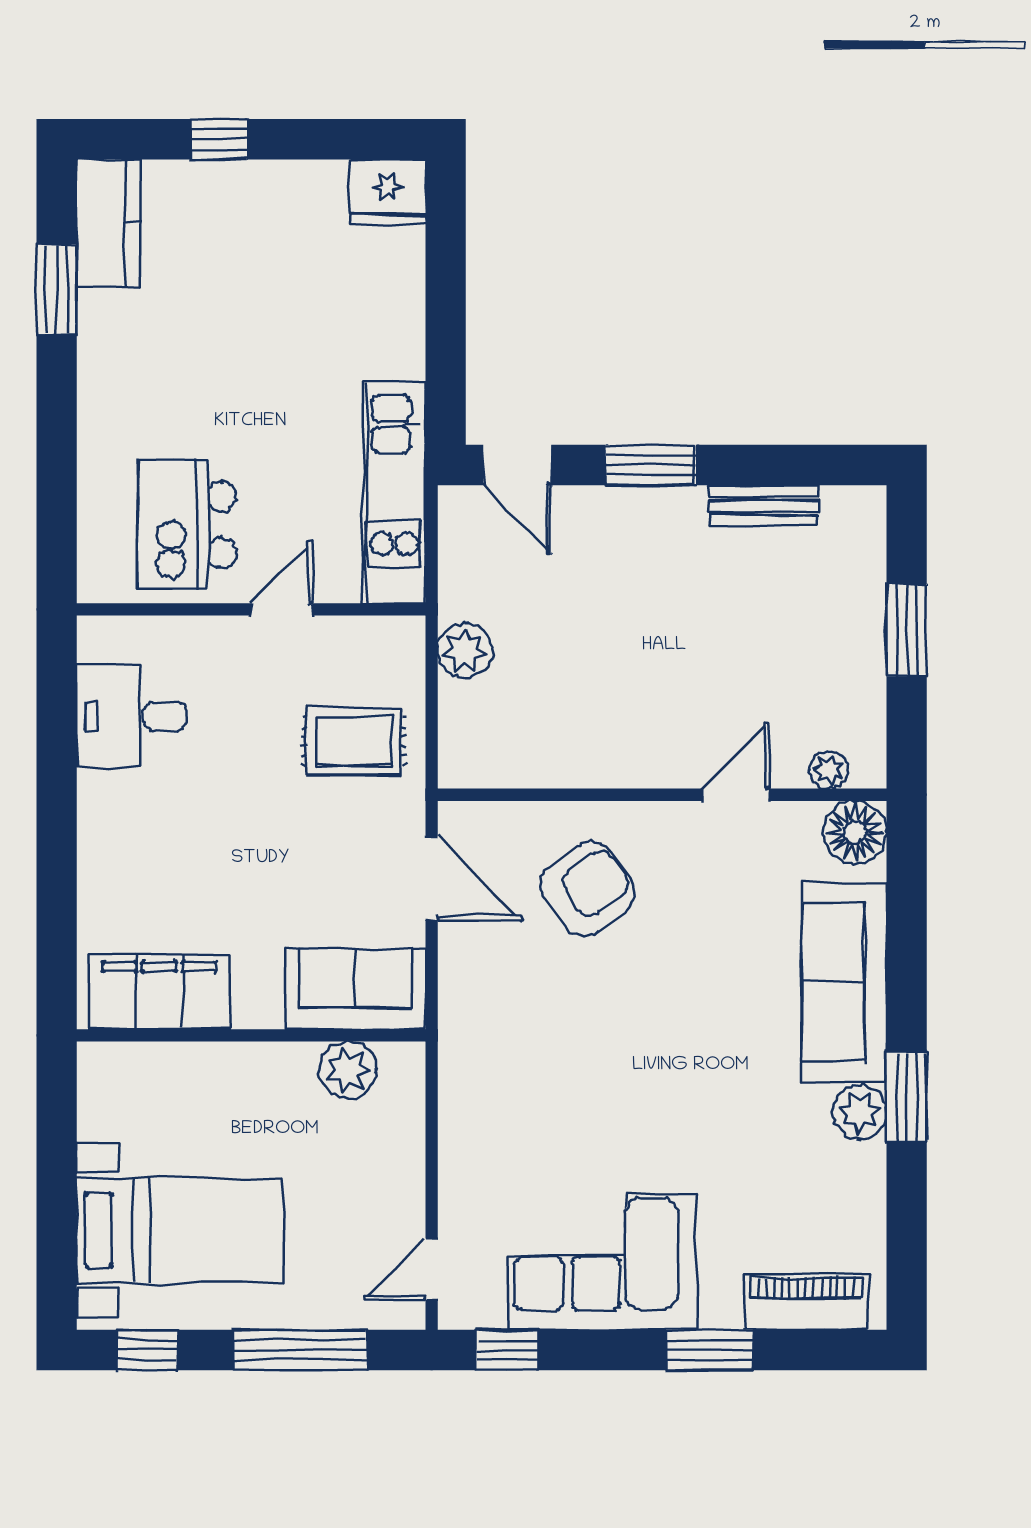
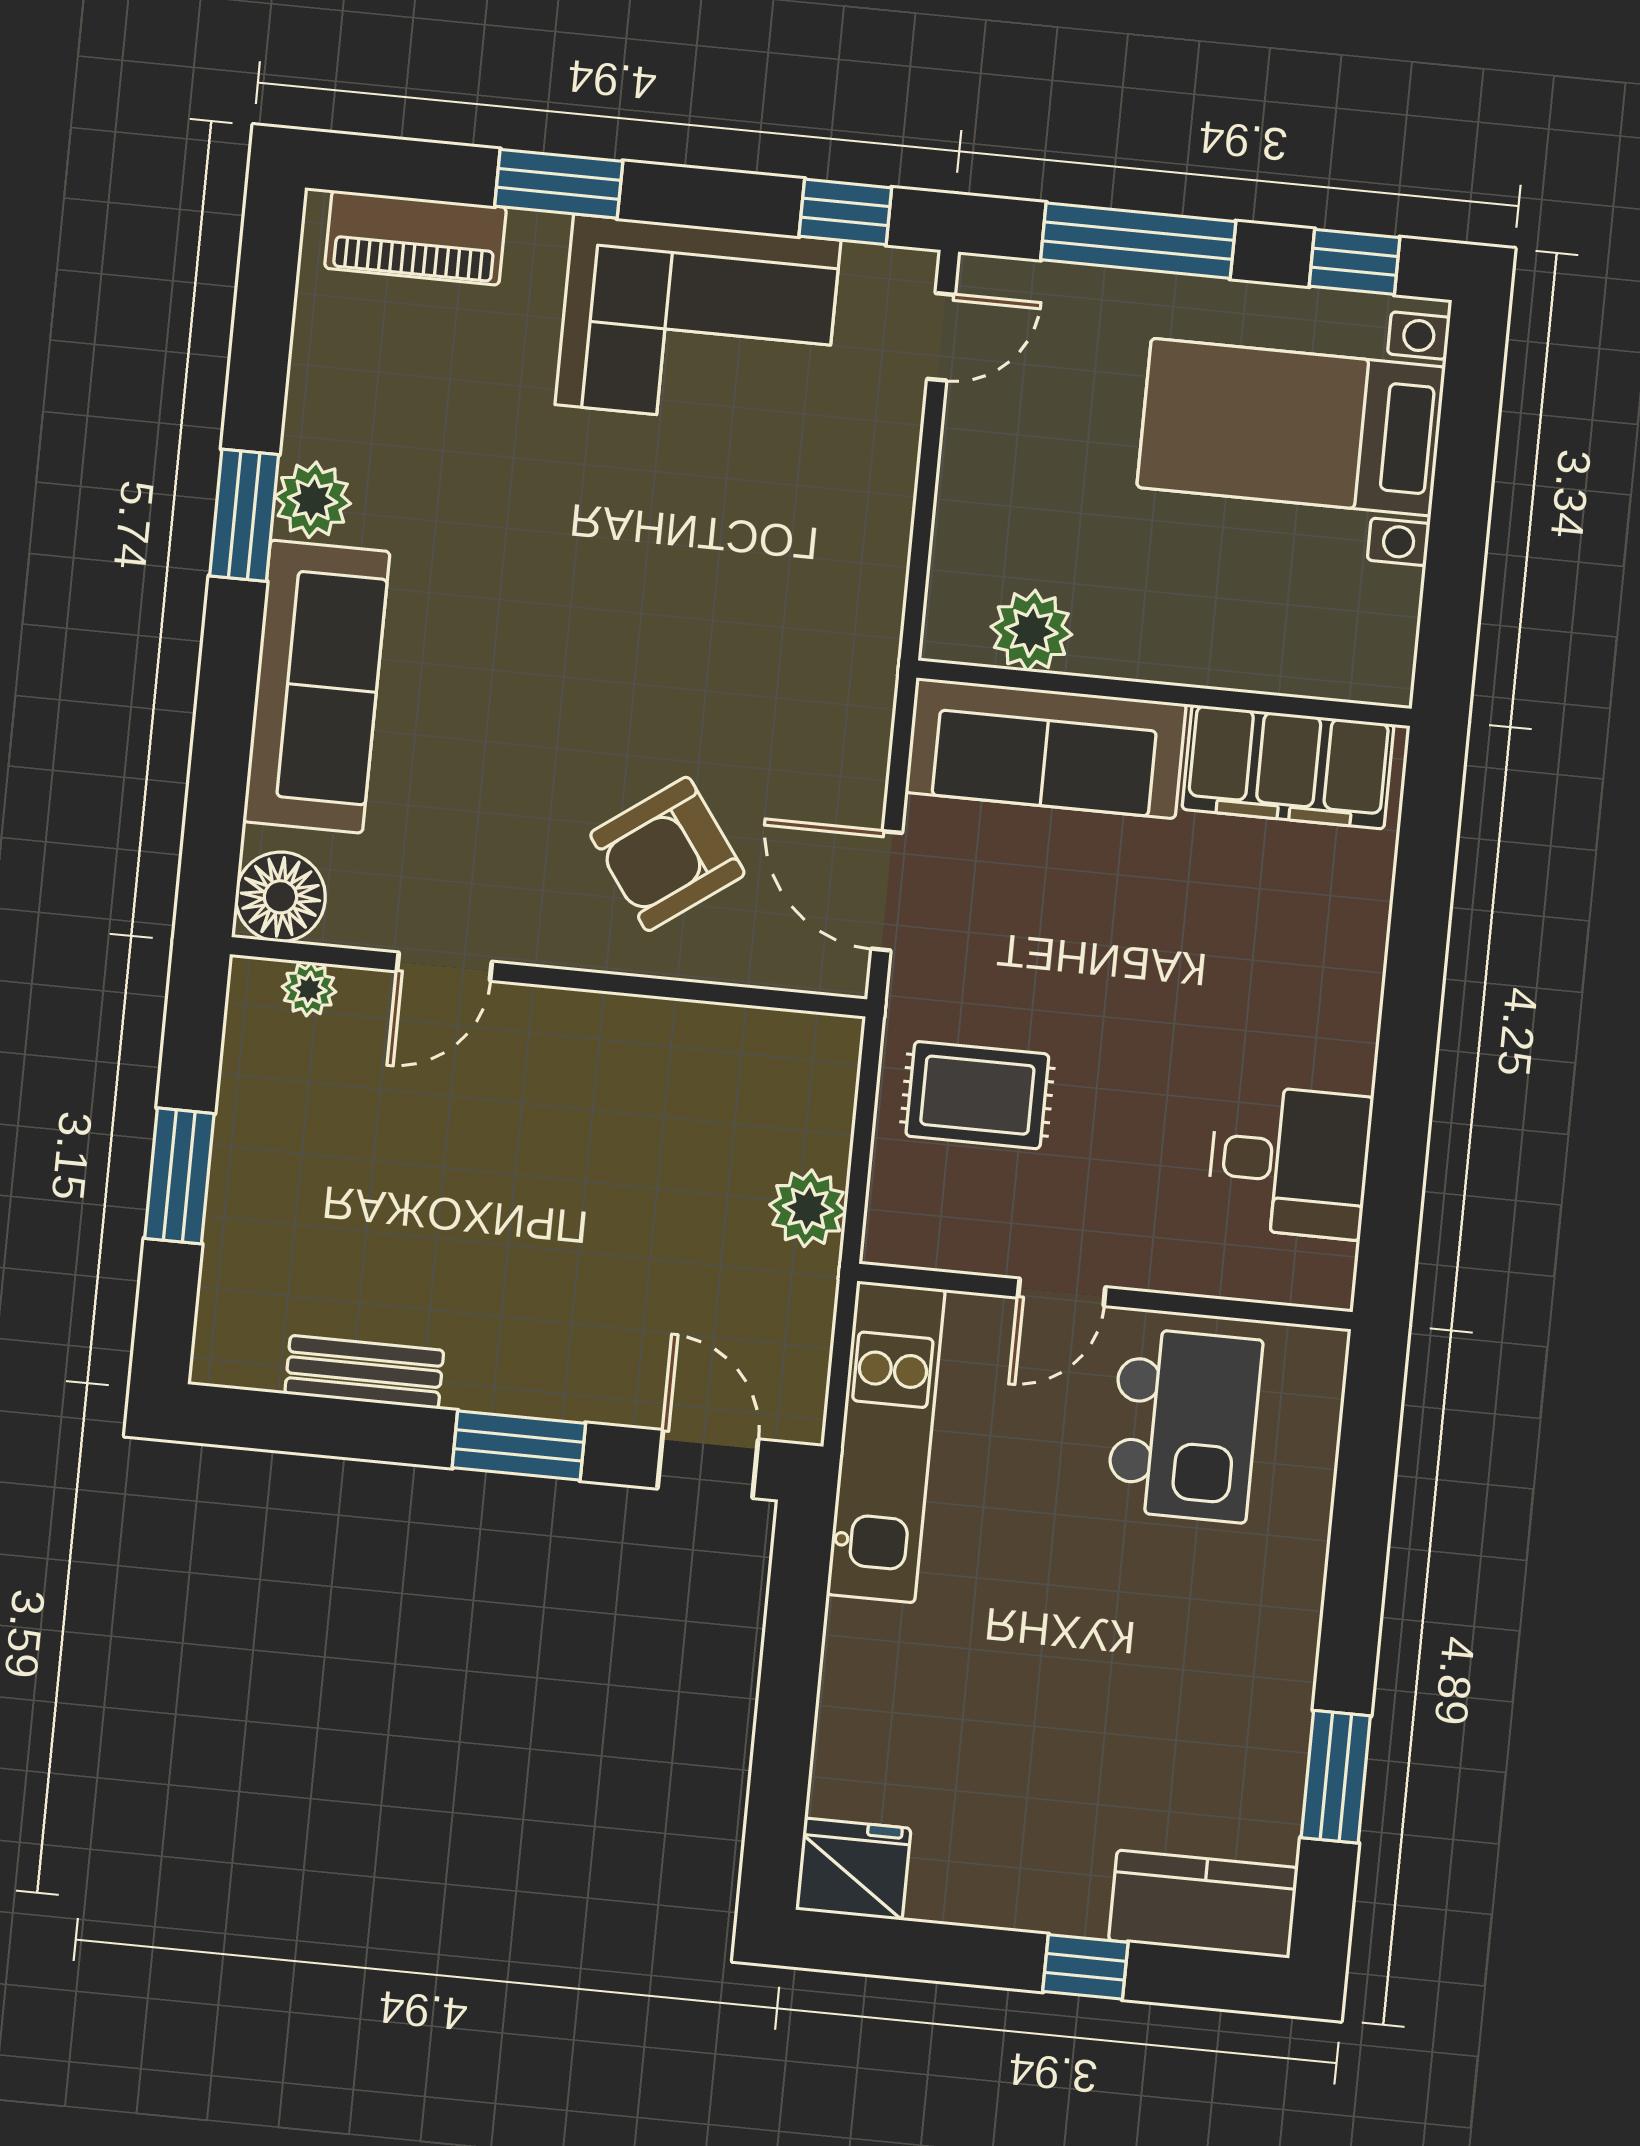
kitchen counter: (109, 223) -> (1203, 1904), moved, turned 90
sofa: (355, 989) -> (1046, 748), width x1.36

